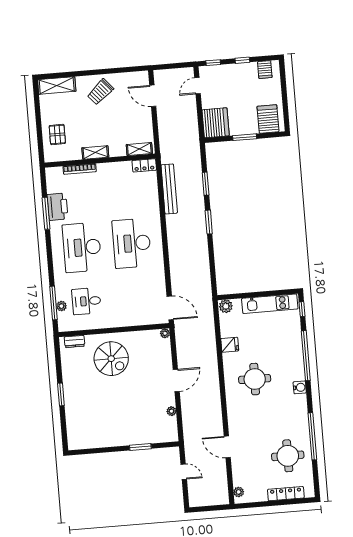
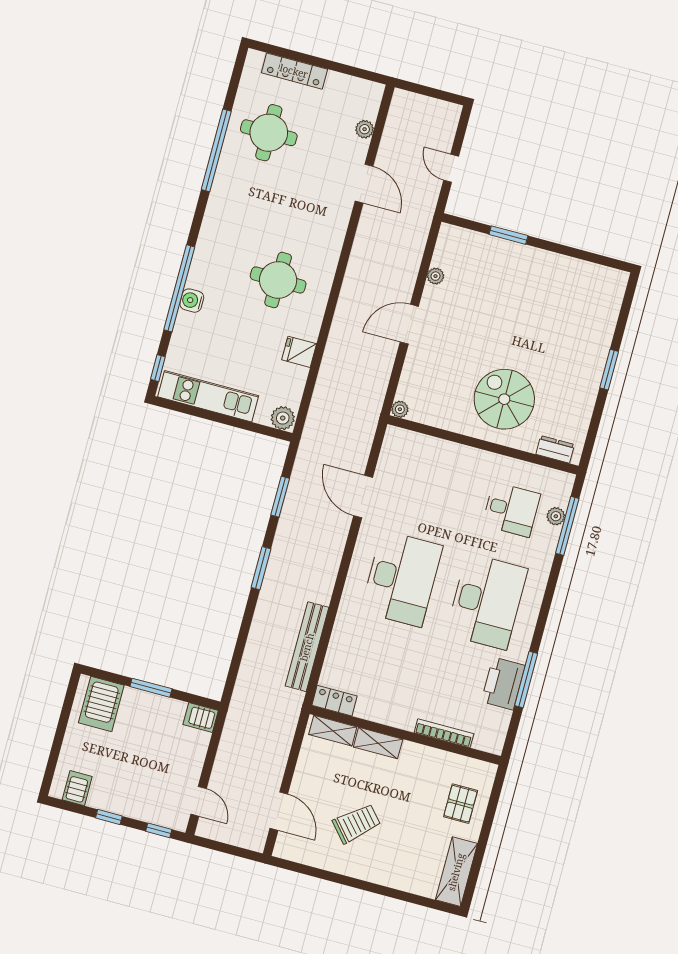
shelving: (57, 85) -> (456, 872), moved, turned 90
door: (198, 86) -> (199, 801), hinge flipped
trolley: (100, 92) -> (357, 823), moved
server rack: (216, 123) -> (201, 718), width x0.46, depth x0.70
shelving: (95, 153) -> (378, 743), moved
window: (206, 184) -> (280, 497), moved
door: (170, 308) -> (363, 497), moved
water cooler: (300, 387) -> (192, 301), moved
plant: (239, 492) -> (365, 129), moved

